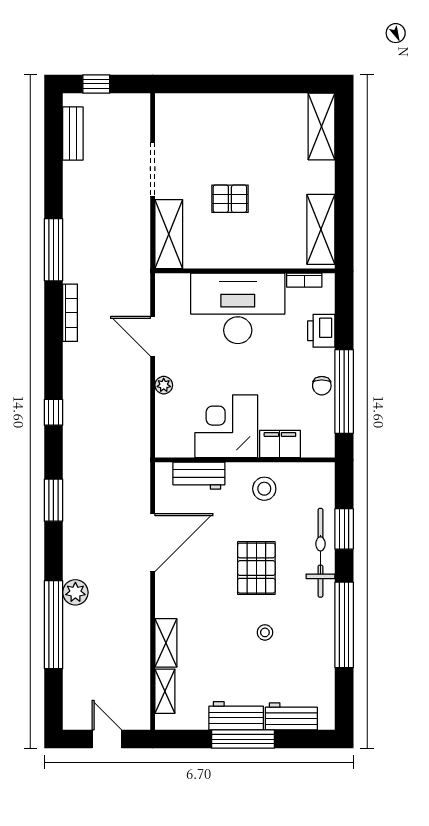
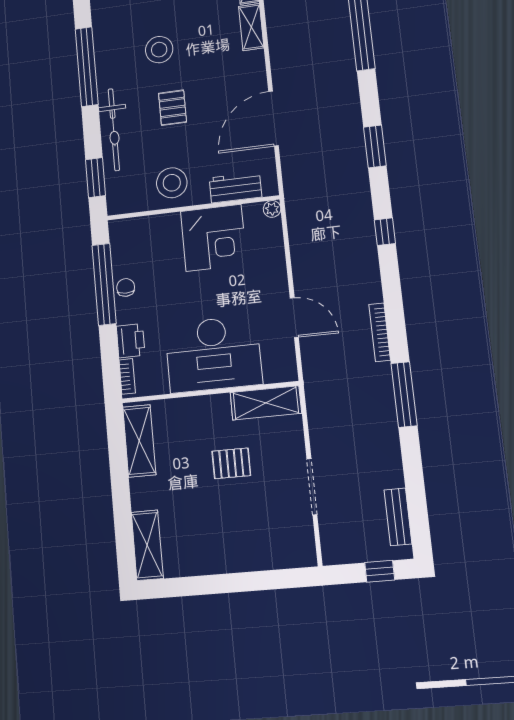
shelving: (169, 234) -> (266, 403), moved, turned 90
bookcase: (304, 280) -> (127, 376), moved, turned 90
plant: (164, 385) -> (272, 209), moved
filing cabinet: (280, 444) -> (161, 227), removed
stool: (264, 489) -> (172, 183), width x1.38, depth x1.38
window: (344, 529) -> (96, 178), moved
pallet: (256, 568) -> (173, 108), width x0.67, depth x0.71
plant: (75, 592) -> (343, 62), removed
stool: (265, 632) -> (159, 50), width x1.89, depth x1.89

